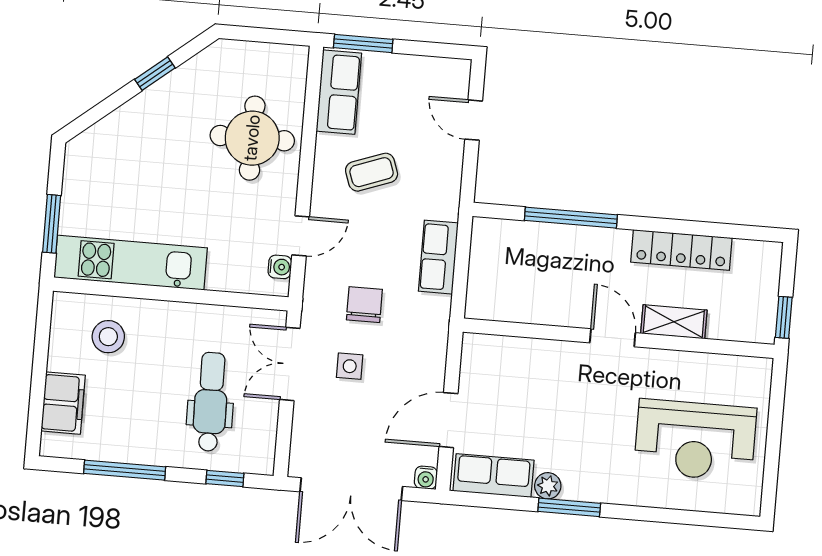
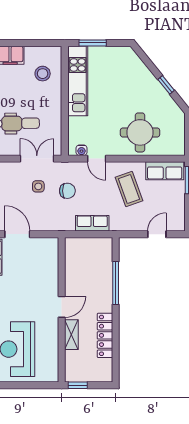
coffee table: (372, 172) -> (129, 189), width x1.36, depth x1.30

